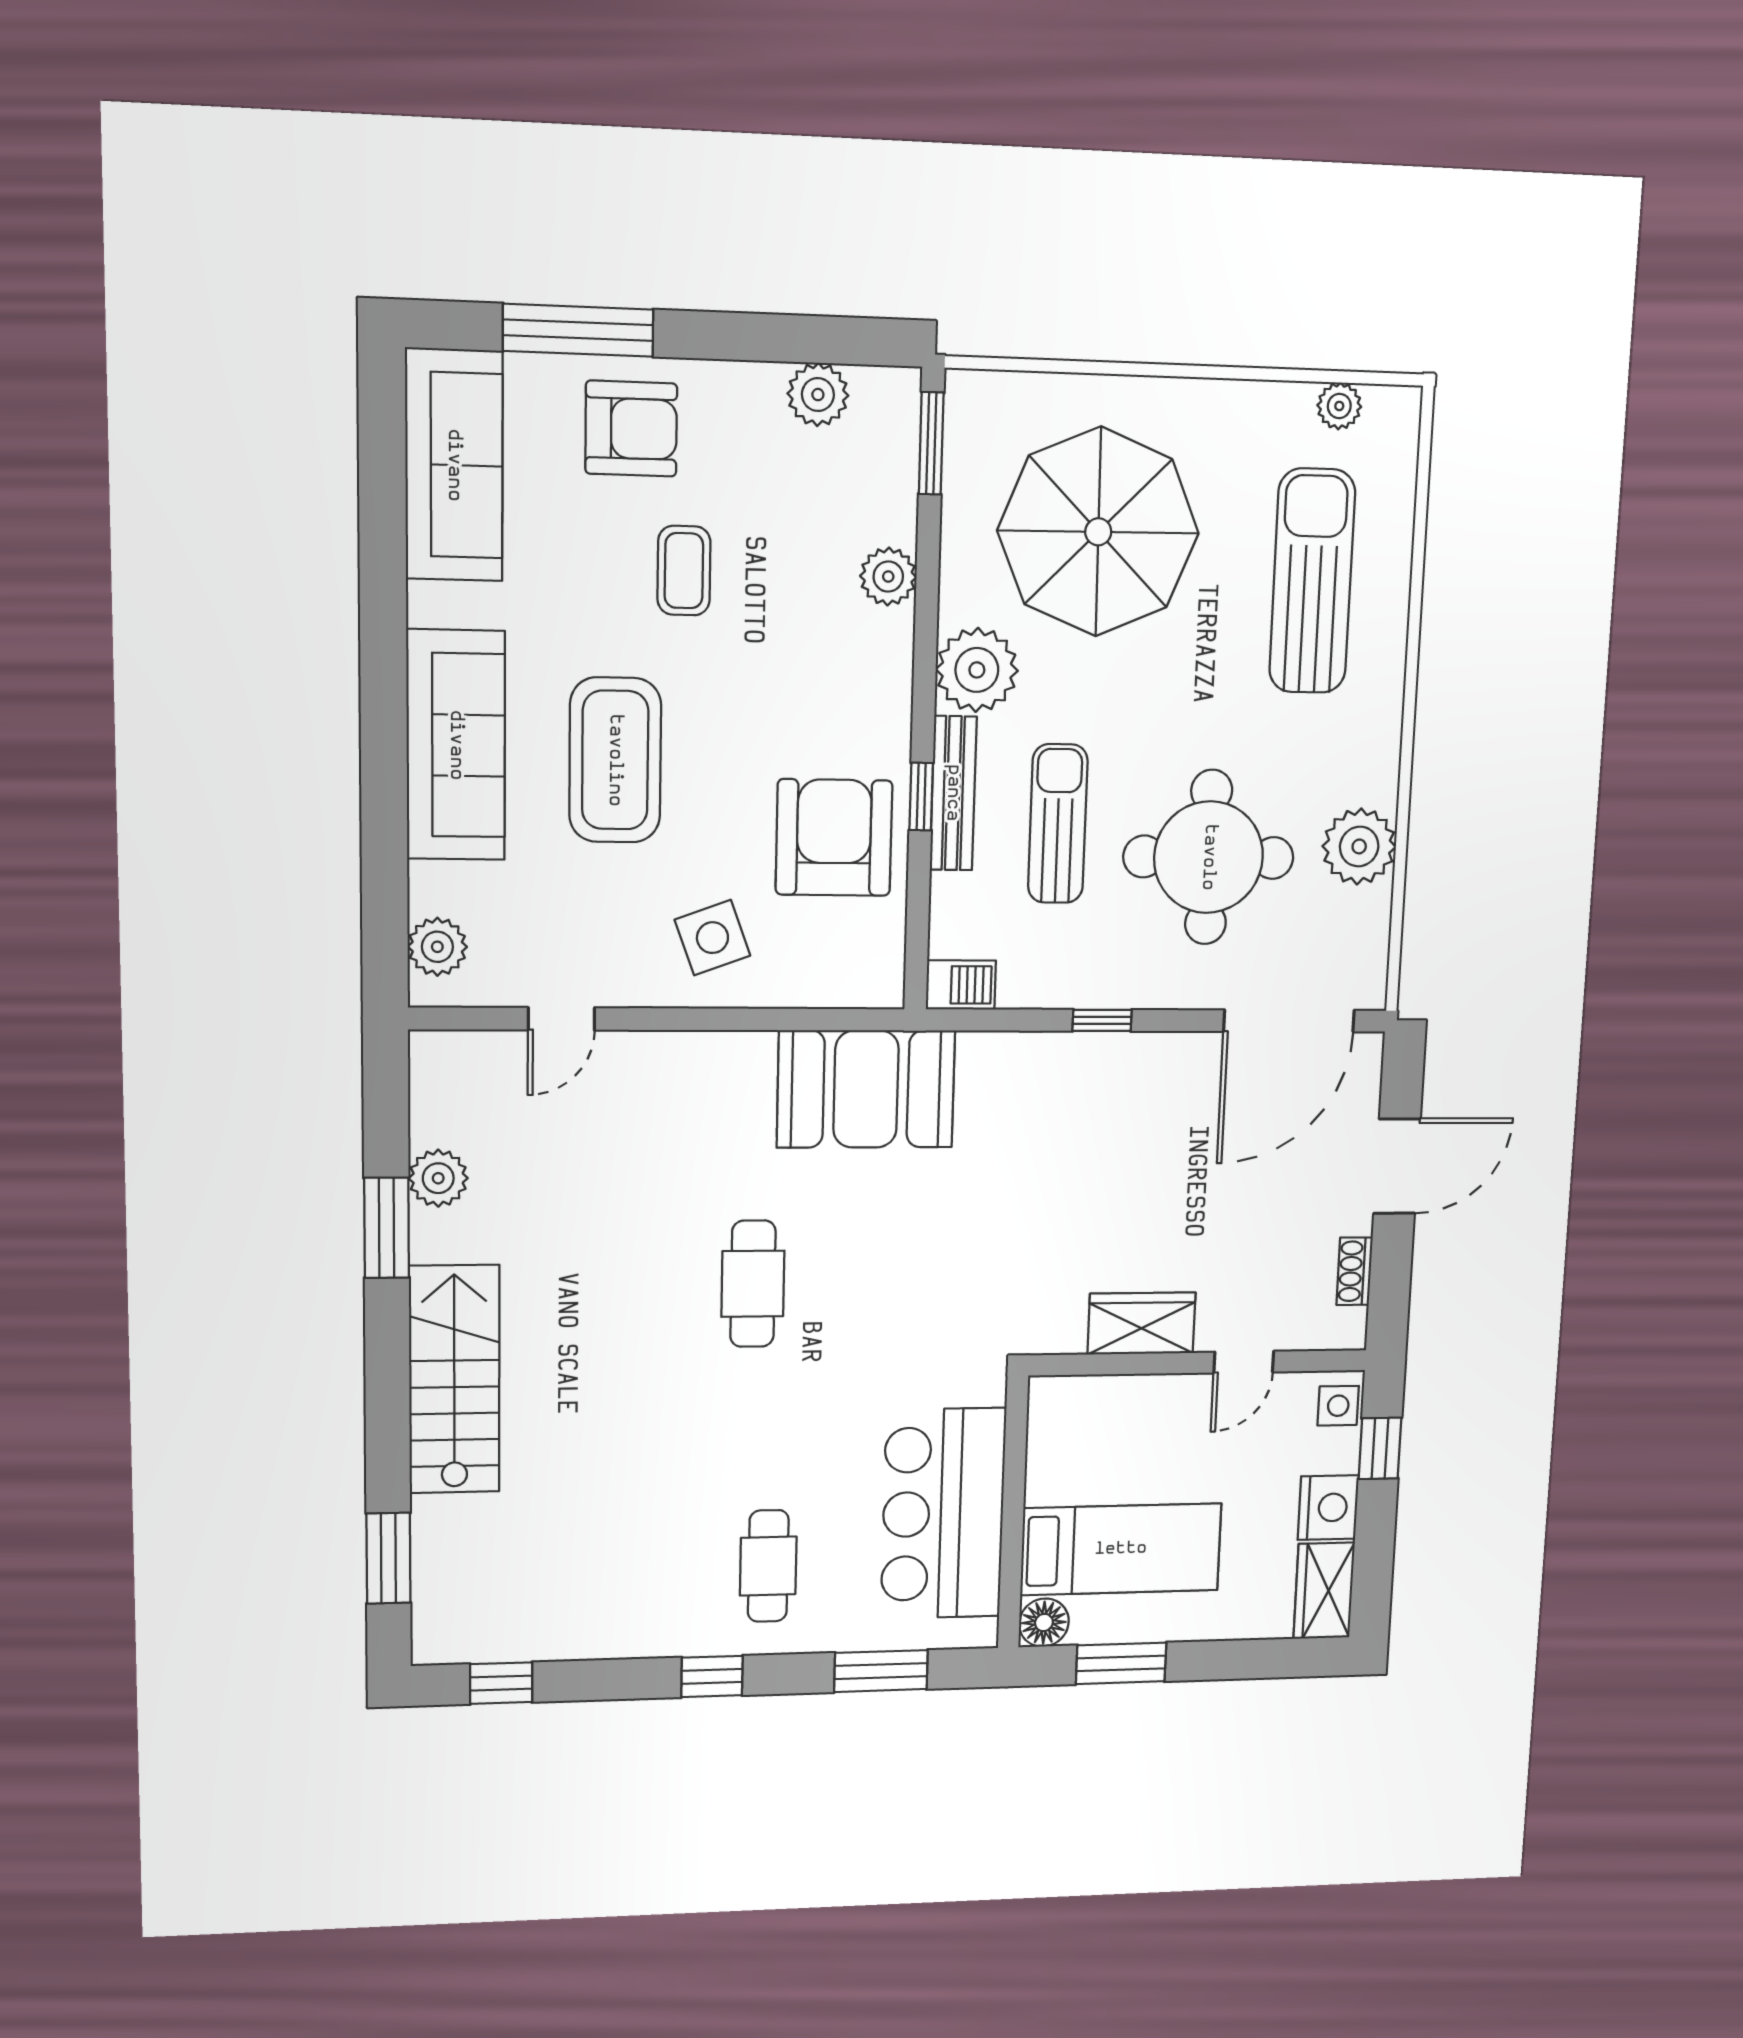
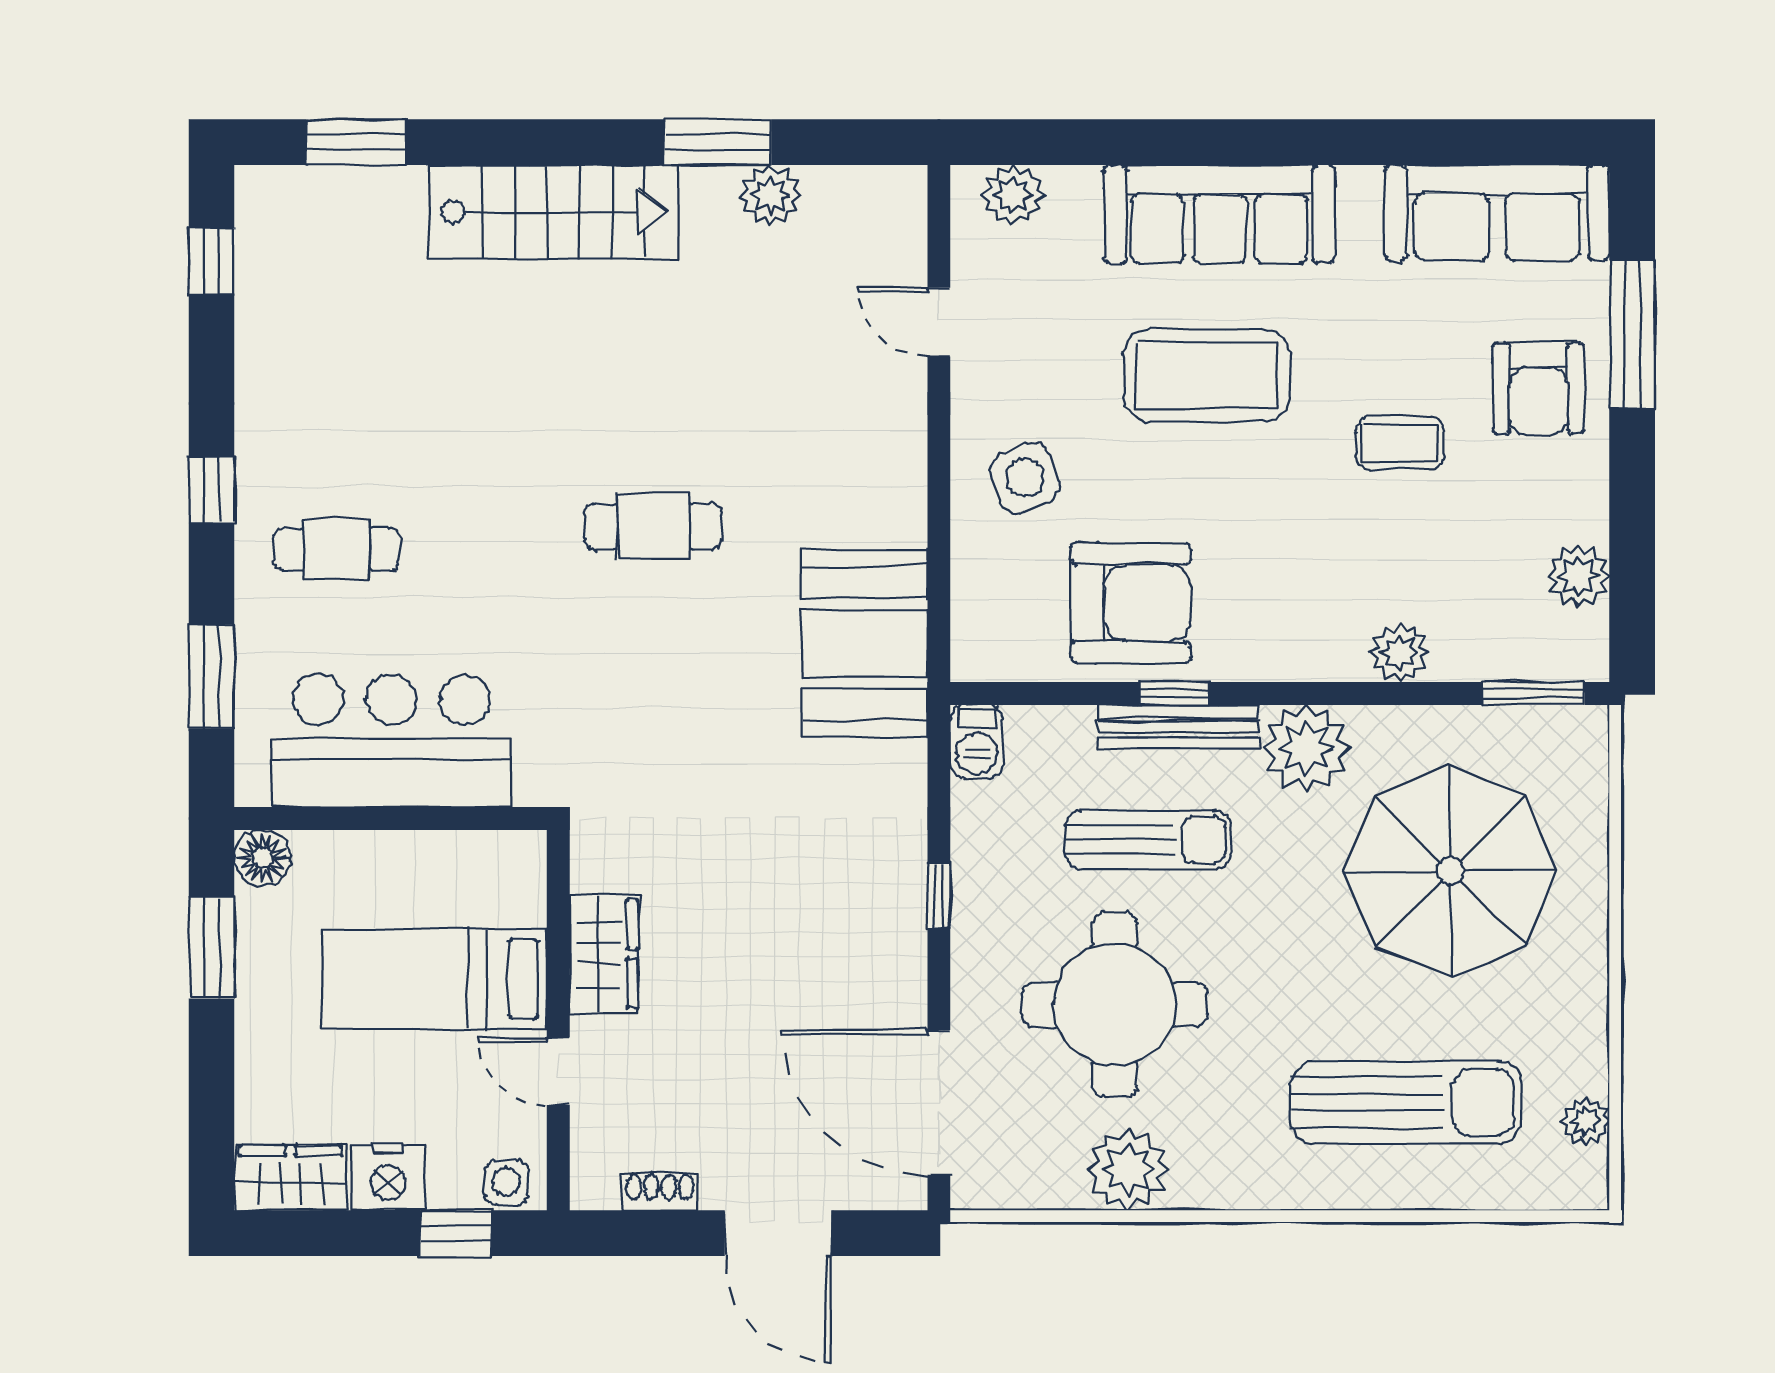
bed: (1121, 1549) -> (435, 979), moved, turned 90

